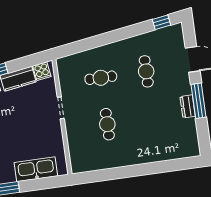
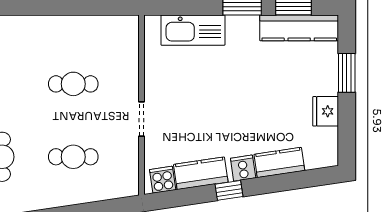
cafe table: (107, 124) -> (73, 84), turned 90

